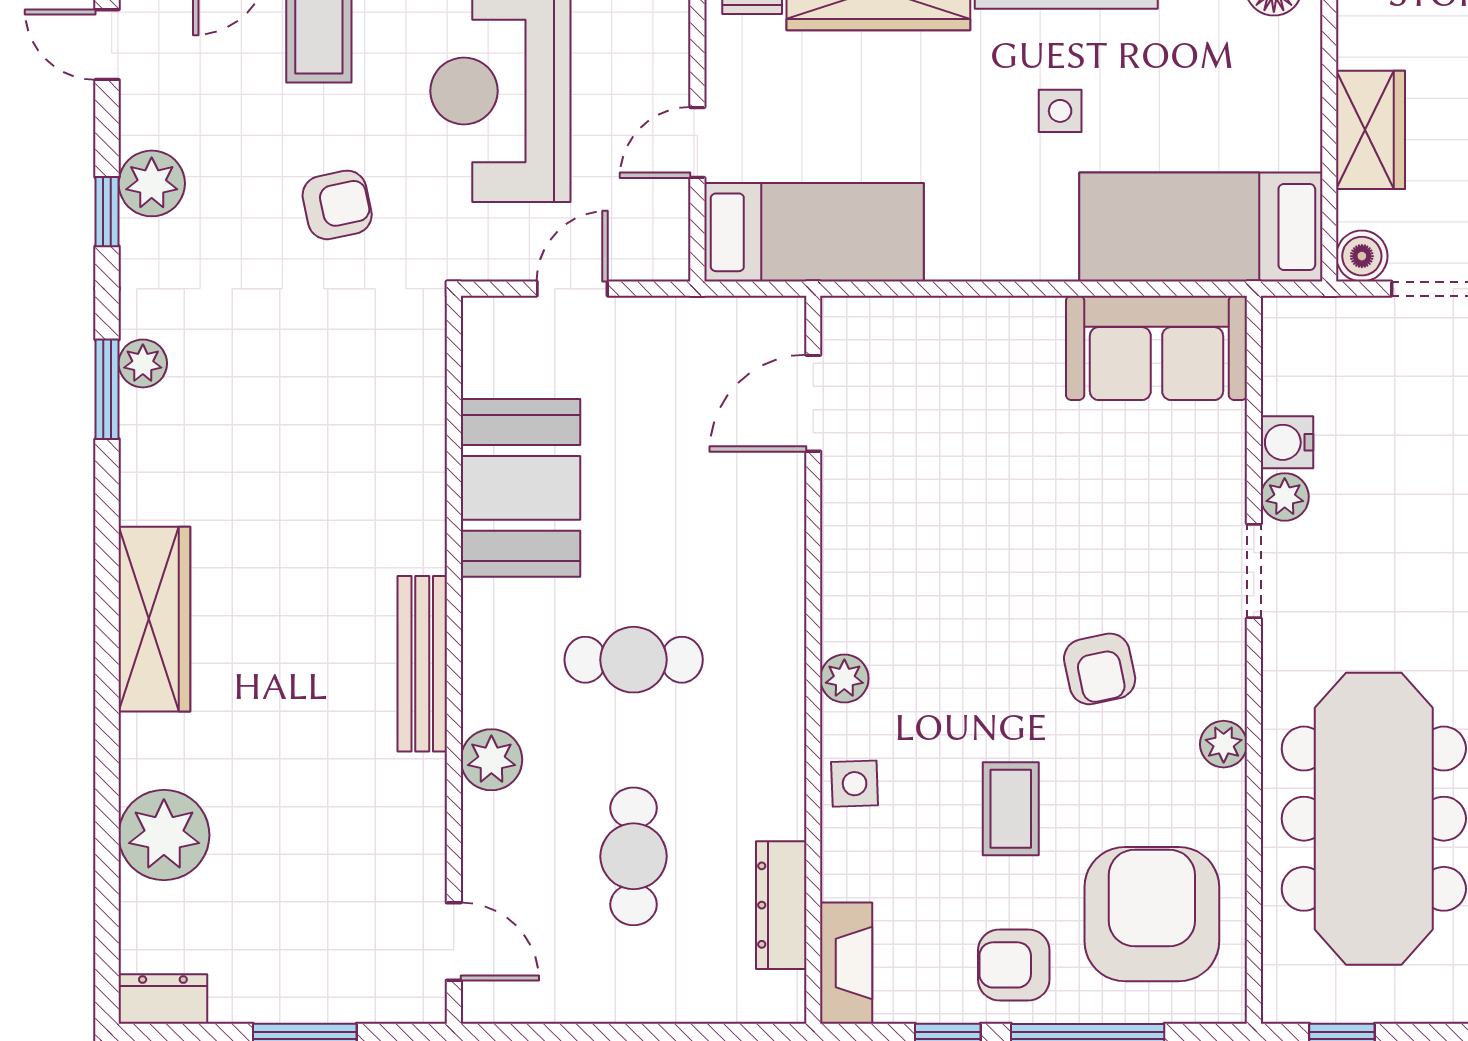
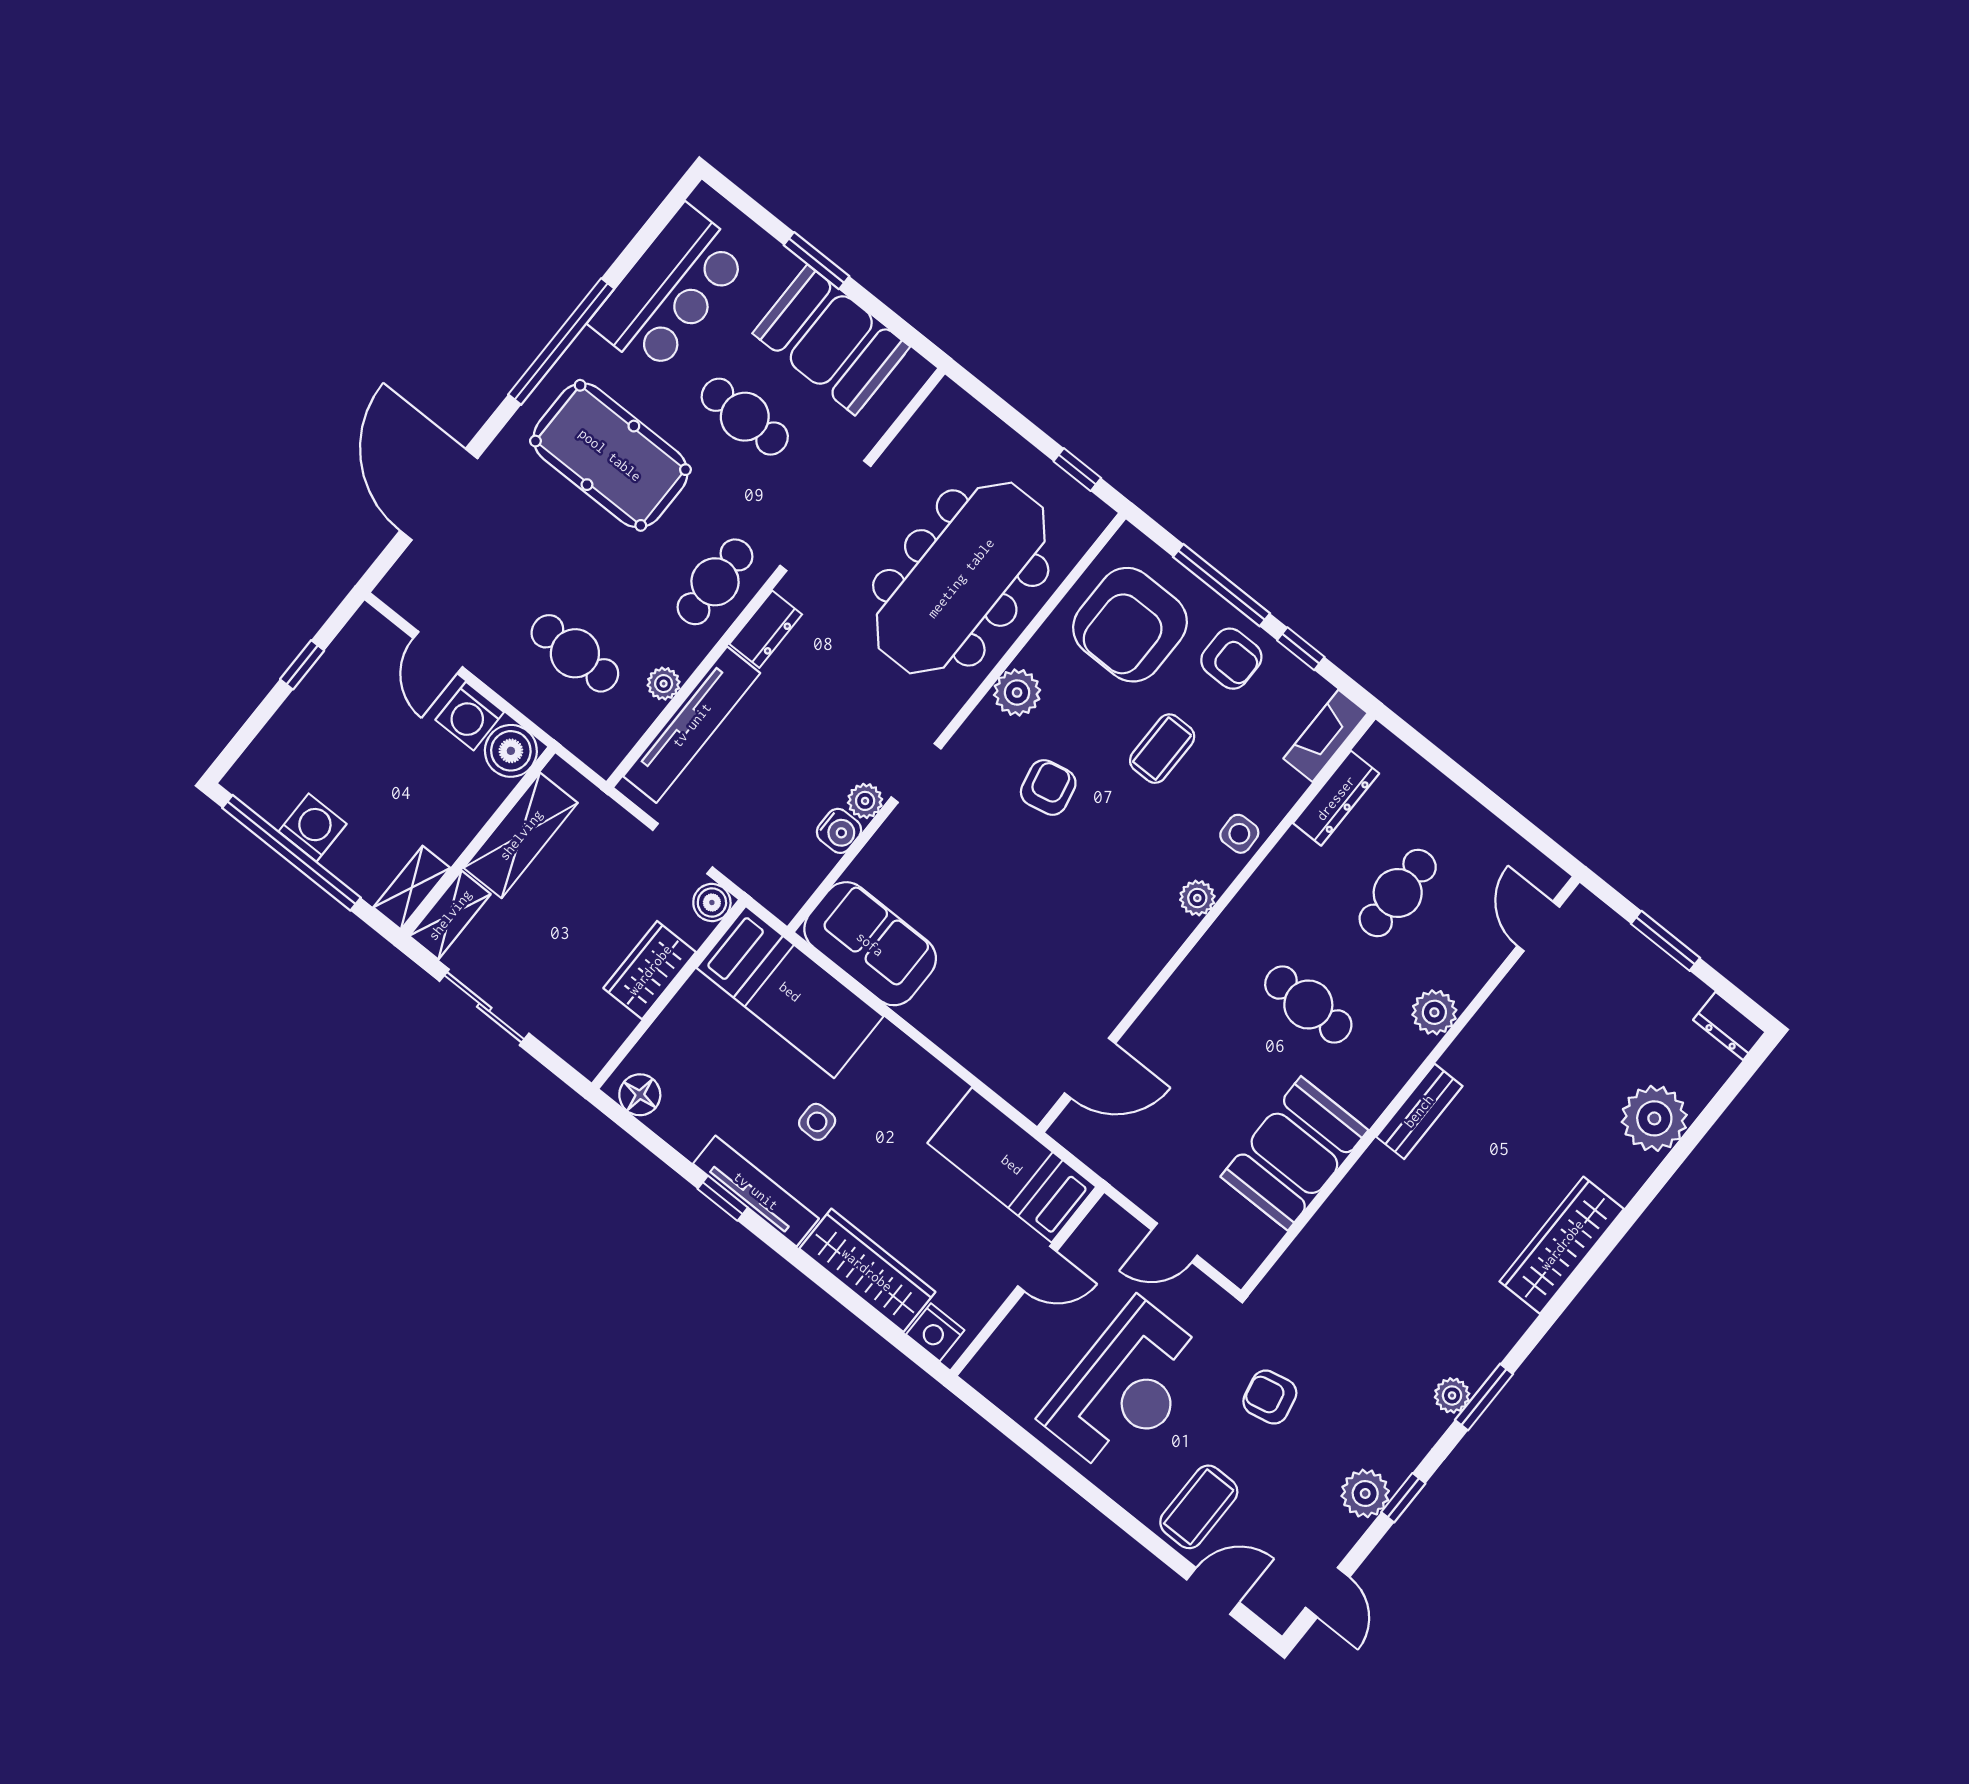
bench: (422, 664) -> (1419, 1111), width x0.73
plant: (1224, 744) -> (1017, 693), width x1.38, depth x1.38

